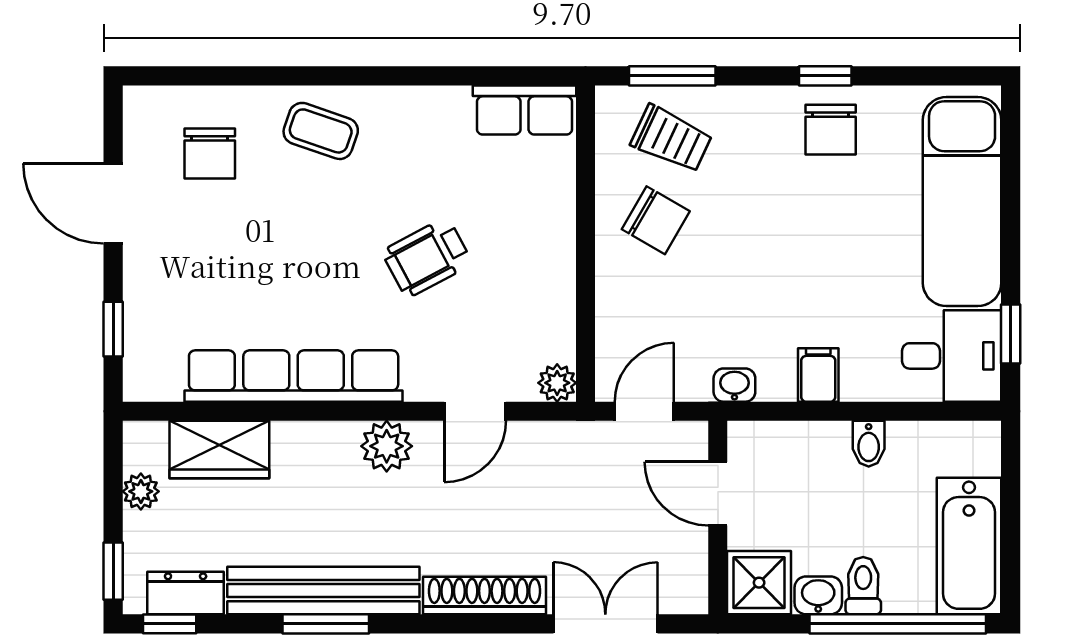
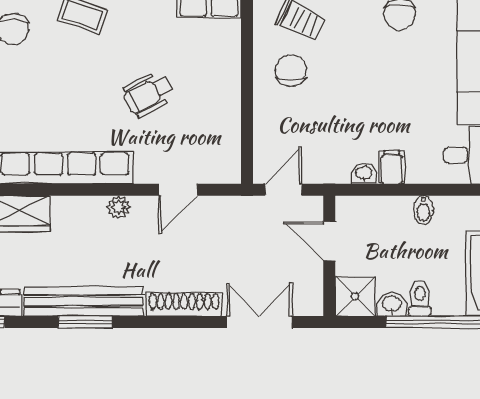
chair: (656, 220) -> (291, 71), turned -120
plant: (557, 383) -> (229, 172), removed
washbasin: (734, 385) -> (364, 173), moved
plant: (387, 446) -> (119, 207), width x0.73, depth x0.73

